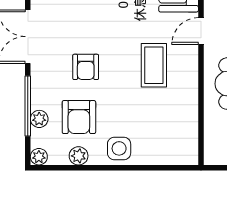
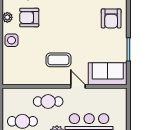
armchair: (86, 67) -> (58, 21), removed

